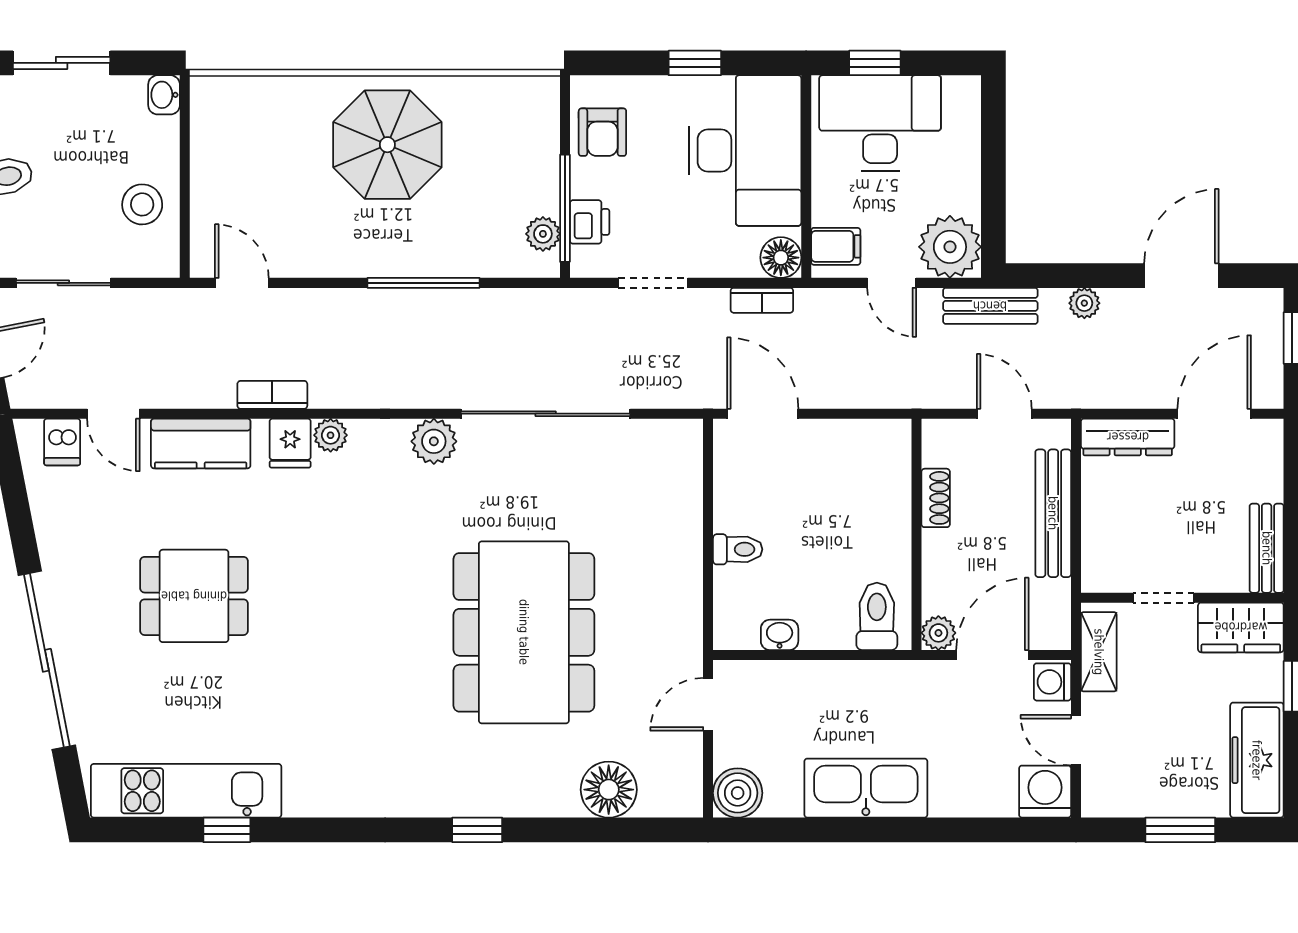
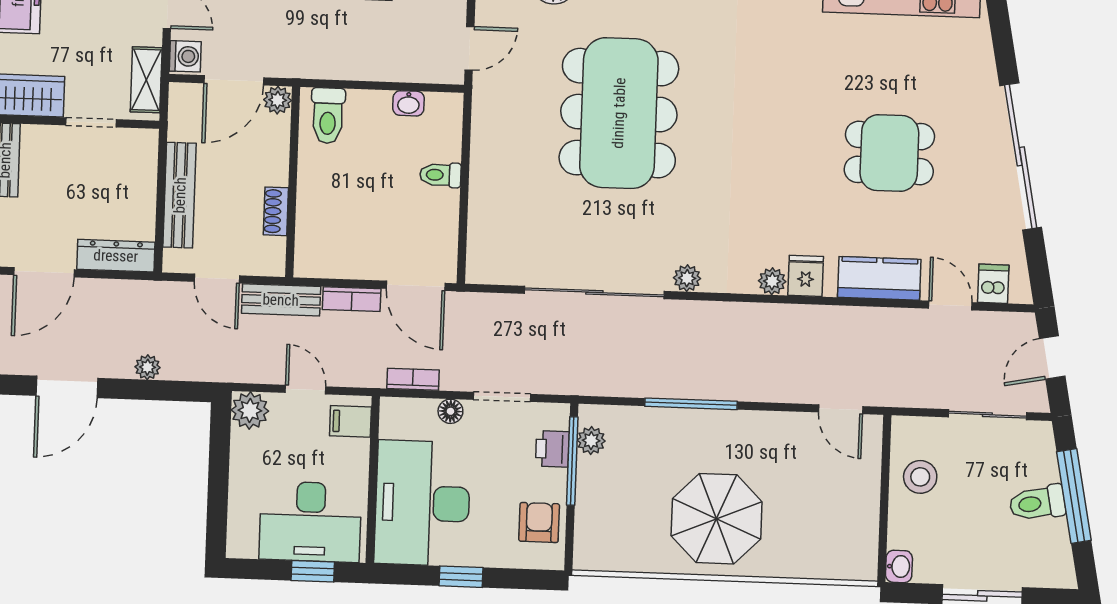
plant: (950, 247) -> (250, 410), width x0.73, depth x0.73
floor lamp: (781, 258) -> (450, 411), moved, width x0.73, depth x0.73
bench: (990, 306) -> (281, 300), moved
bookcase: (272, 395) -> (352, 299), moved
plant: (434, 441) -> (687, 278), width x0.73, depth x0.73
sliding door: (47, 660) -> (1021, 156), moved

